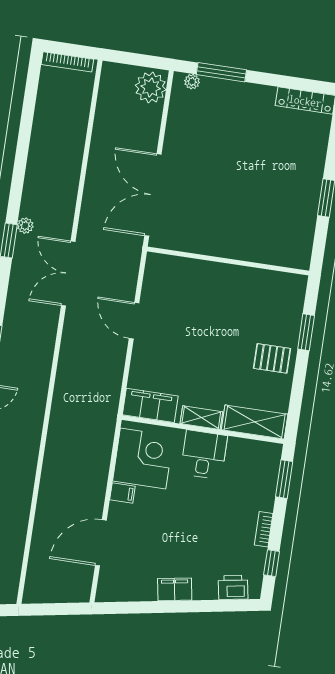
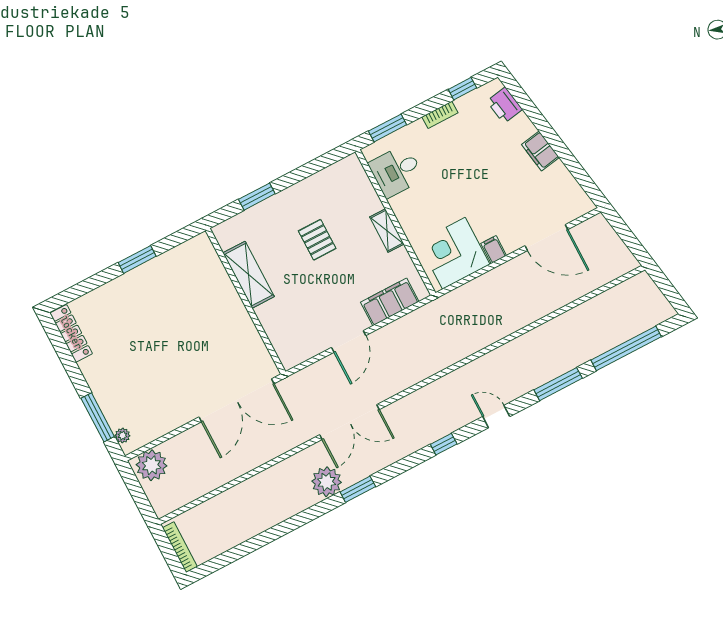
plant: (25, 226) -> (327, 482), width x1.88, depth x1.88
pallet: (272, 358) -> (317, 240), moved
filing cabinet: (150, 405) -> (390, 302), moved, turned 90
shelving: (255, 422) -> (249, 275), moved
desk: (204, 455) -> (396, 171), moved

